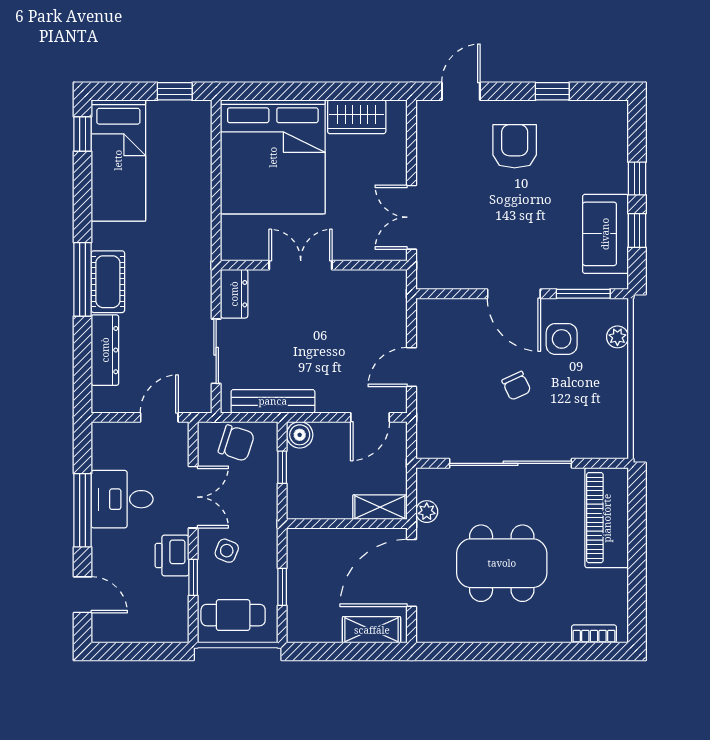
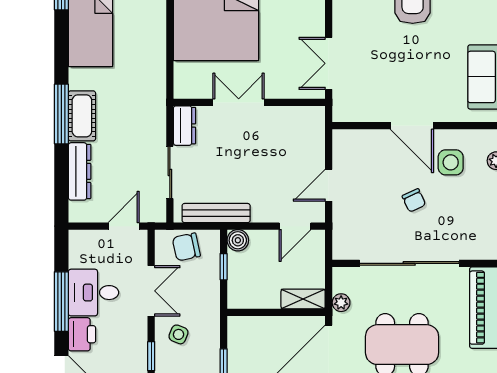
window: (583, 294) -> (468, 126), removed
chair: (236, 443) -> (186, 247), turned 150
printer: (172, 556) -> (82, 334), moved, turned 180

